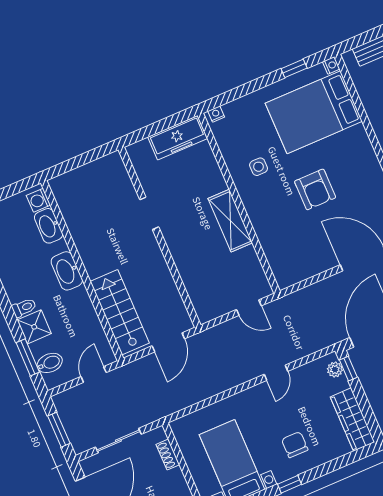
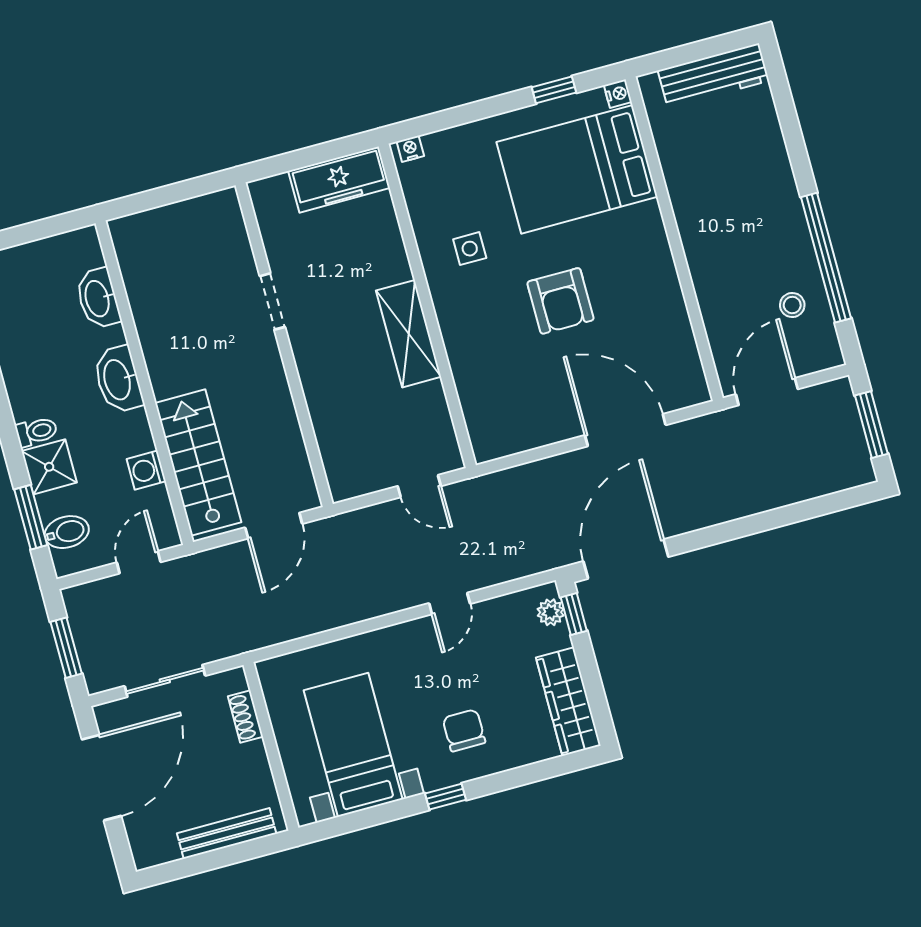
washing machine: (38, 200) -> (146, 470), moved

